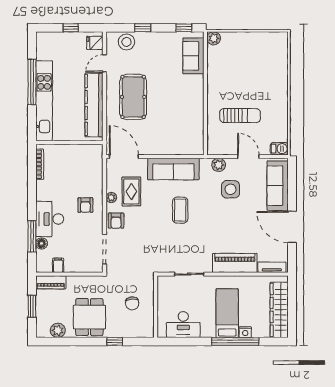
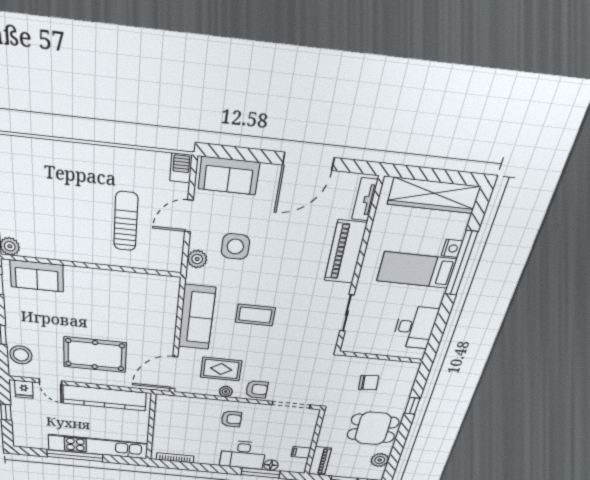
sofa: (278, 186) -> (229, 176), width x0.73

